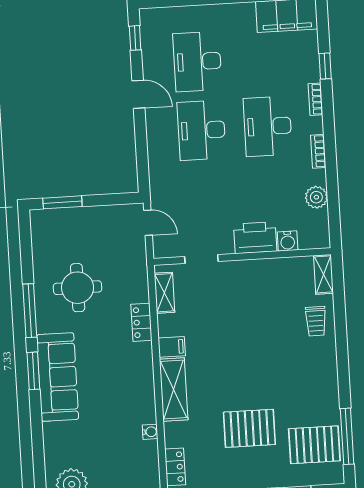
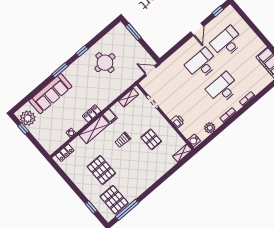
window: (325, 66) -> (263, 93), removed
door: (148, 223) -> (151, 71), swing flipped
printer: (255, 238) -> (178, 121), width x0.53, depth x0.68
water cooler: (288, 241) -> (194, 140), moved
pallet: (262, 308) -> (151, 139), added
window: (30, 311) -> (82, 51), width x0.46
trolley: (316, 321) -> (123, 140), moved
locker: (141, 322) -> (92, 113), moved
sofa: (58, 377) -> (50, 94), moved

